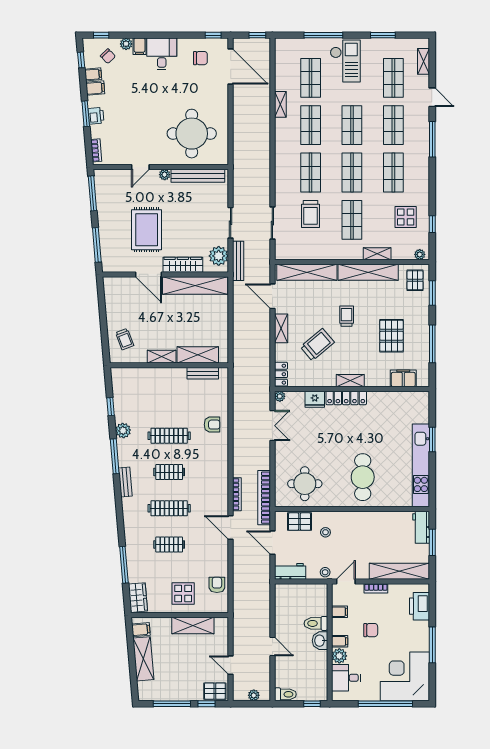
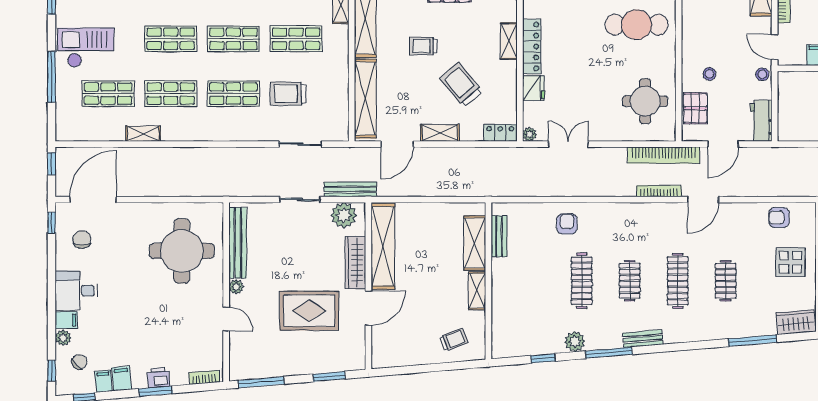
trolley: (311, 214) -> (288, 94), turned 180
window: (97, 245) -> (329, 376), width x0.69

